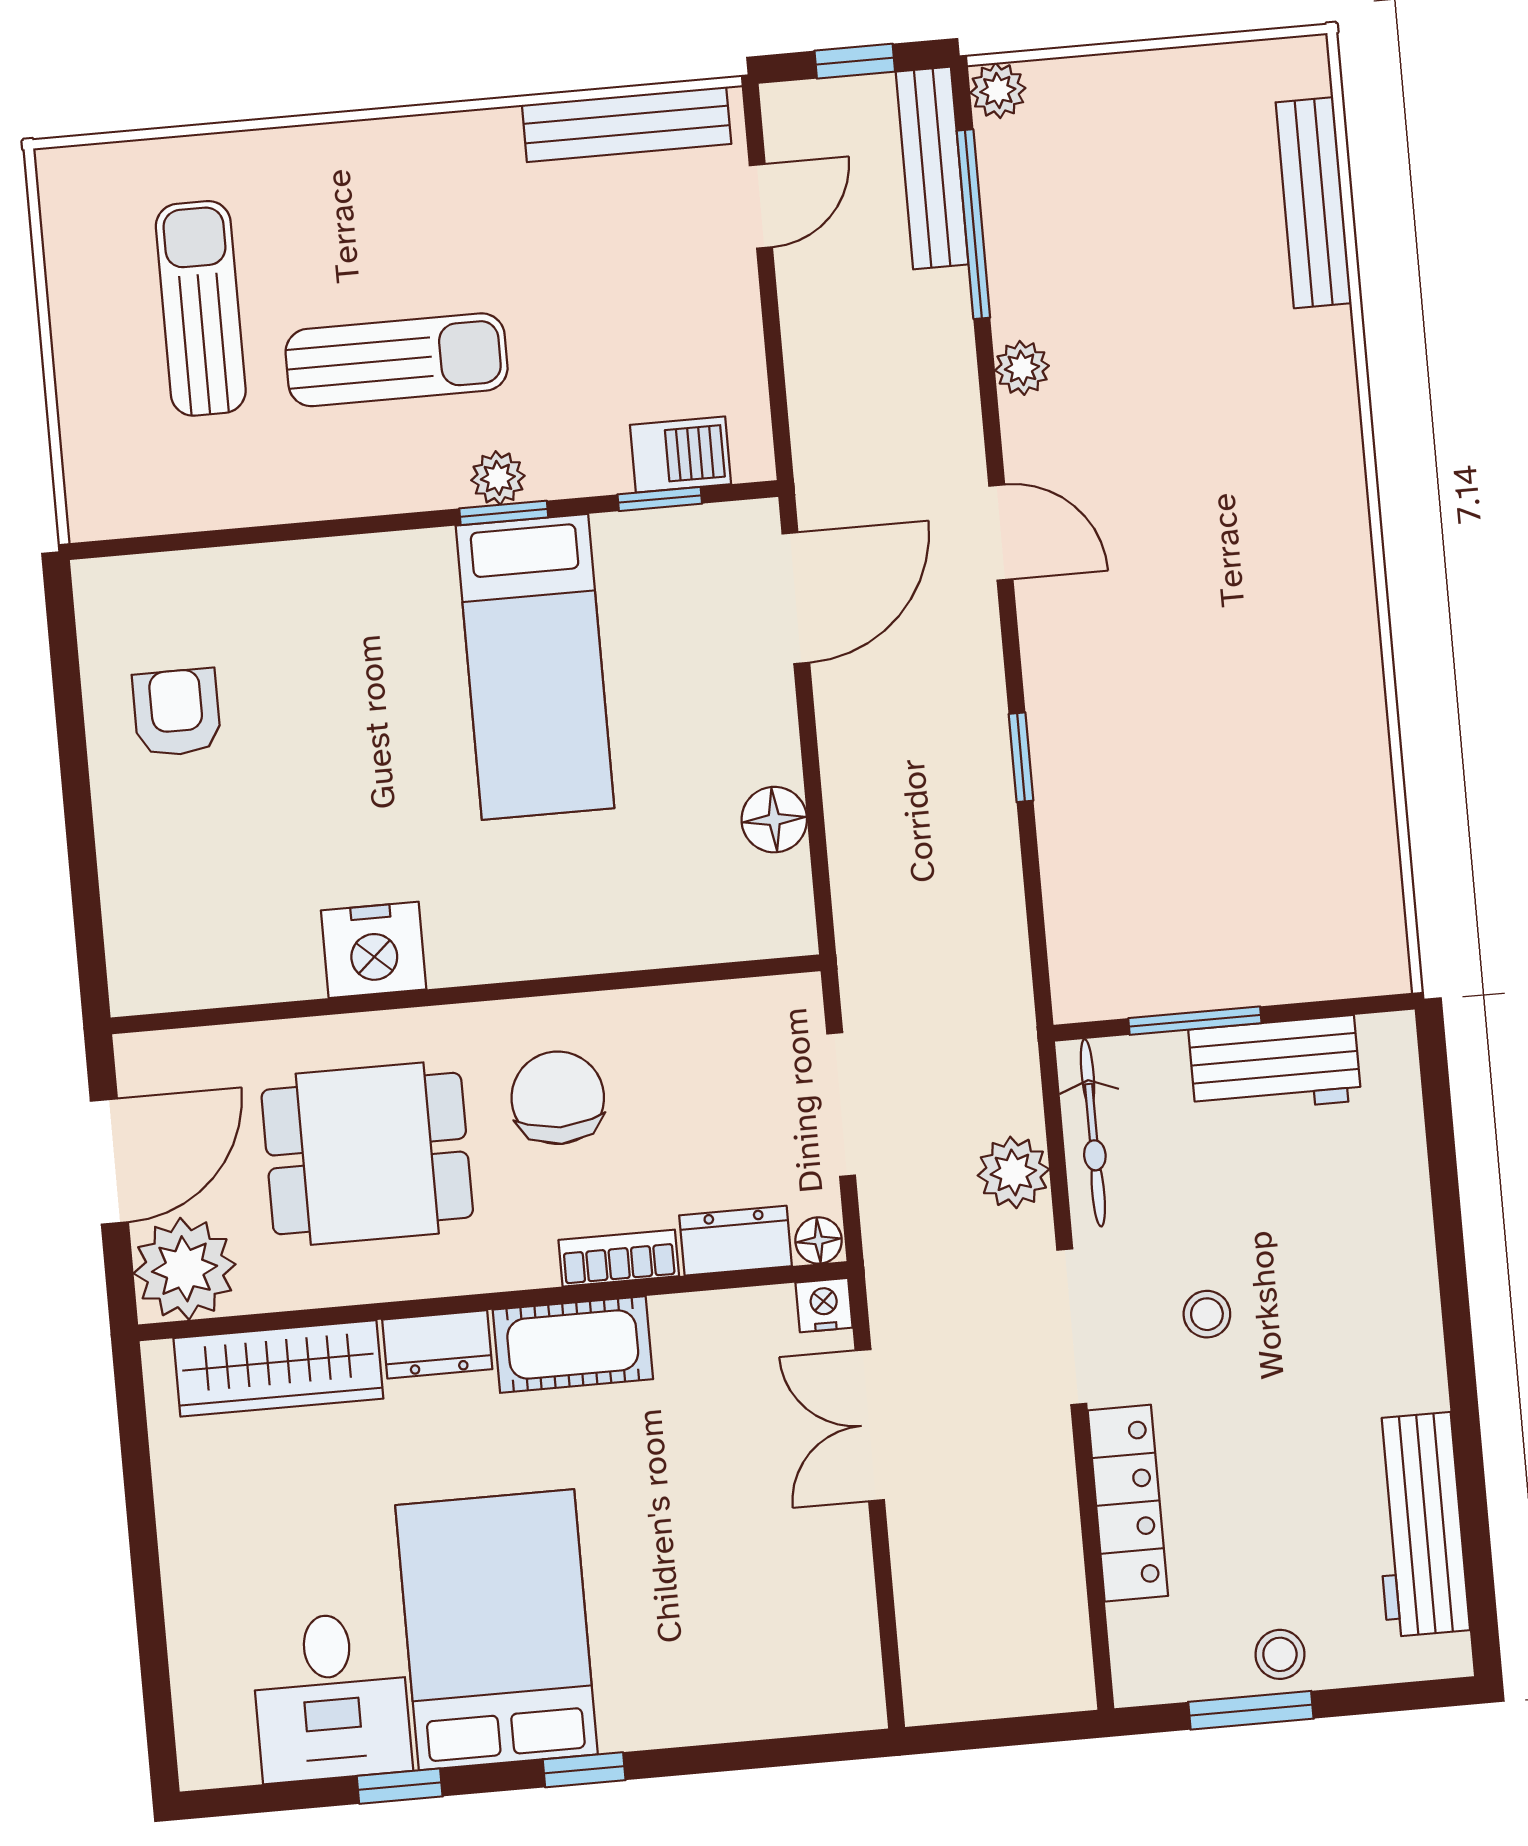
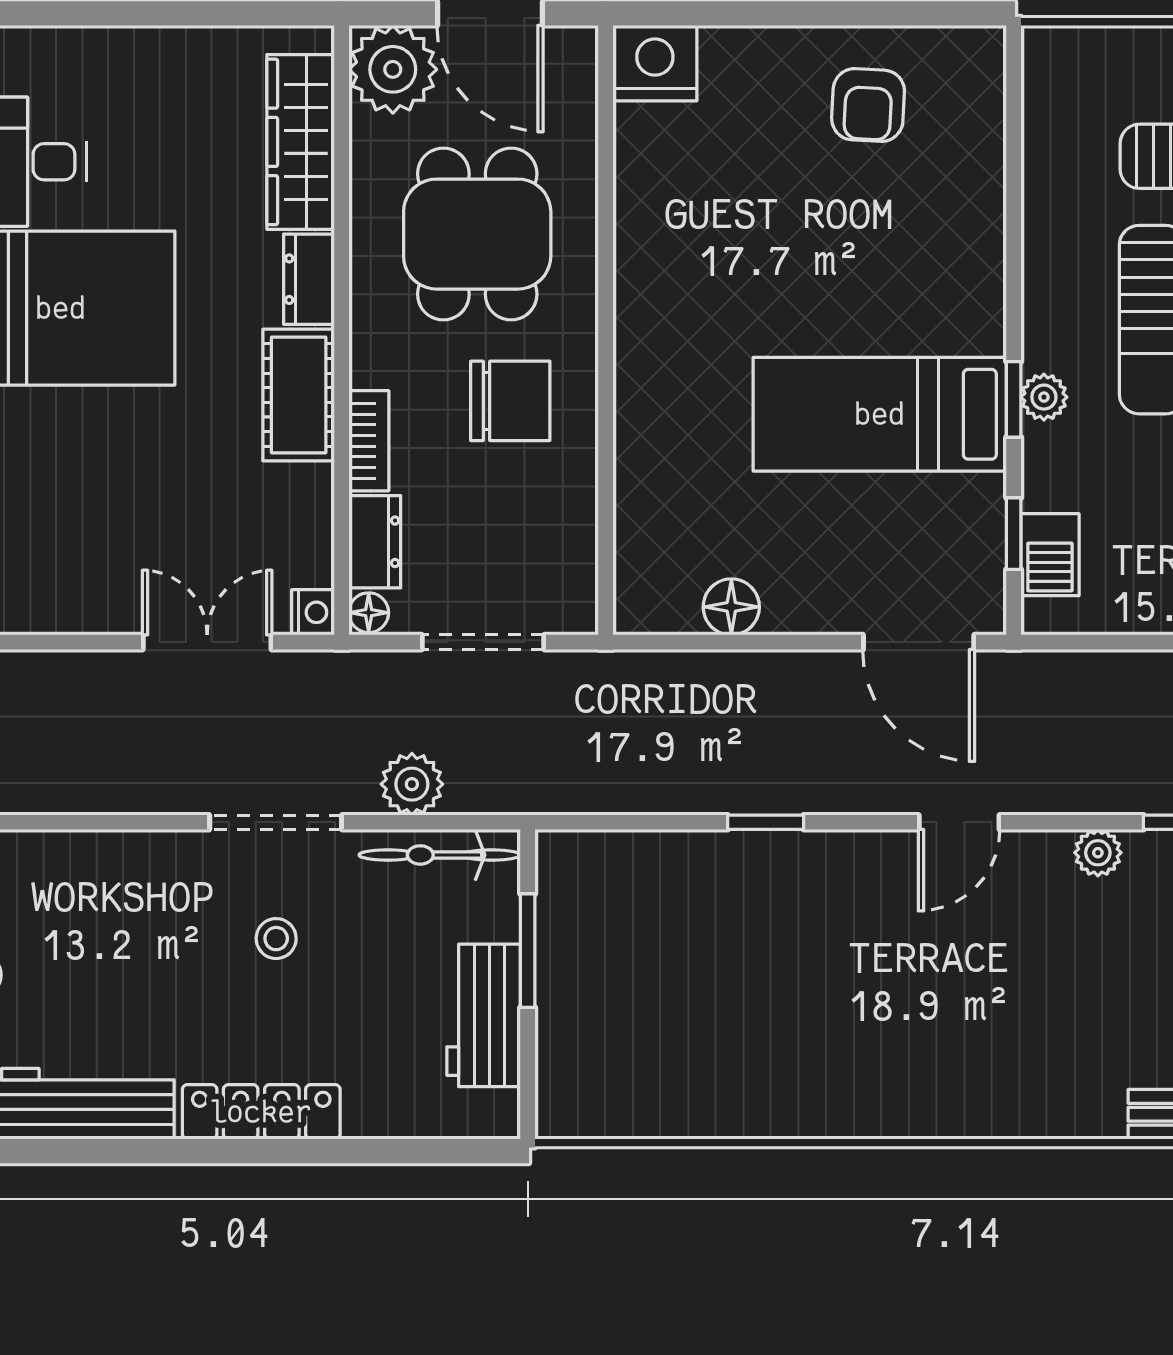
armchair: (177, 713) -> (868, 105), turned 93
nightstand: (374, 950) -> (655, 63), moved, turned 90
locker: (1128, 1503) -> (261, 1112), moved, turned 180

